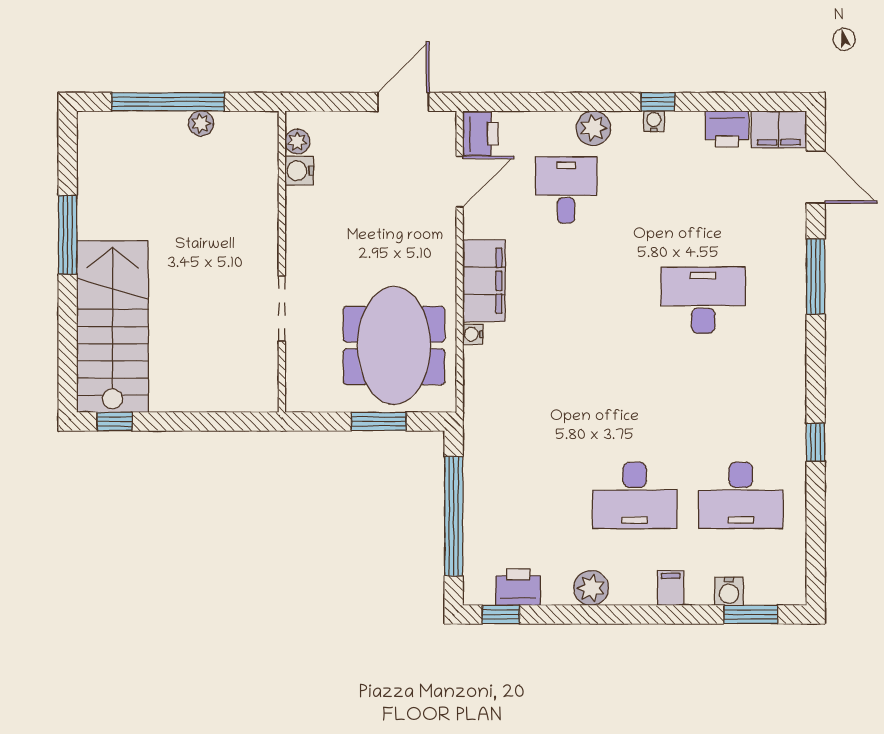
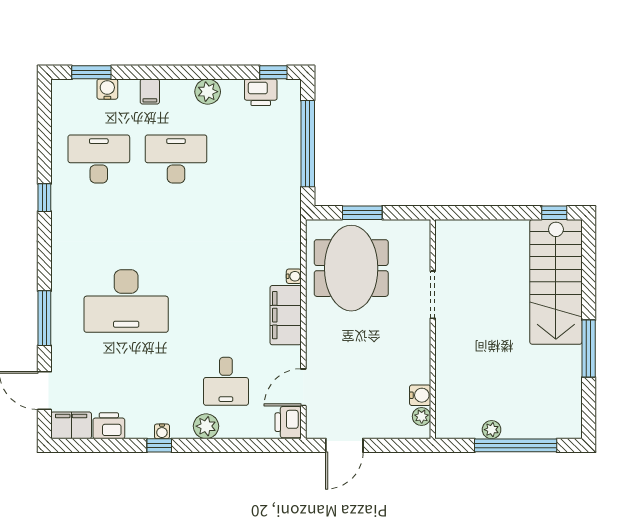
desk: (703, 300) -> (126, 301), width x1.36, depth x1.30

